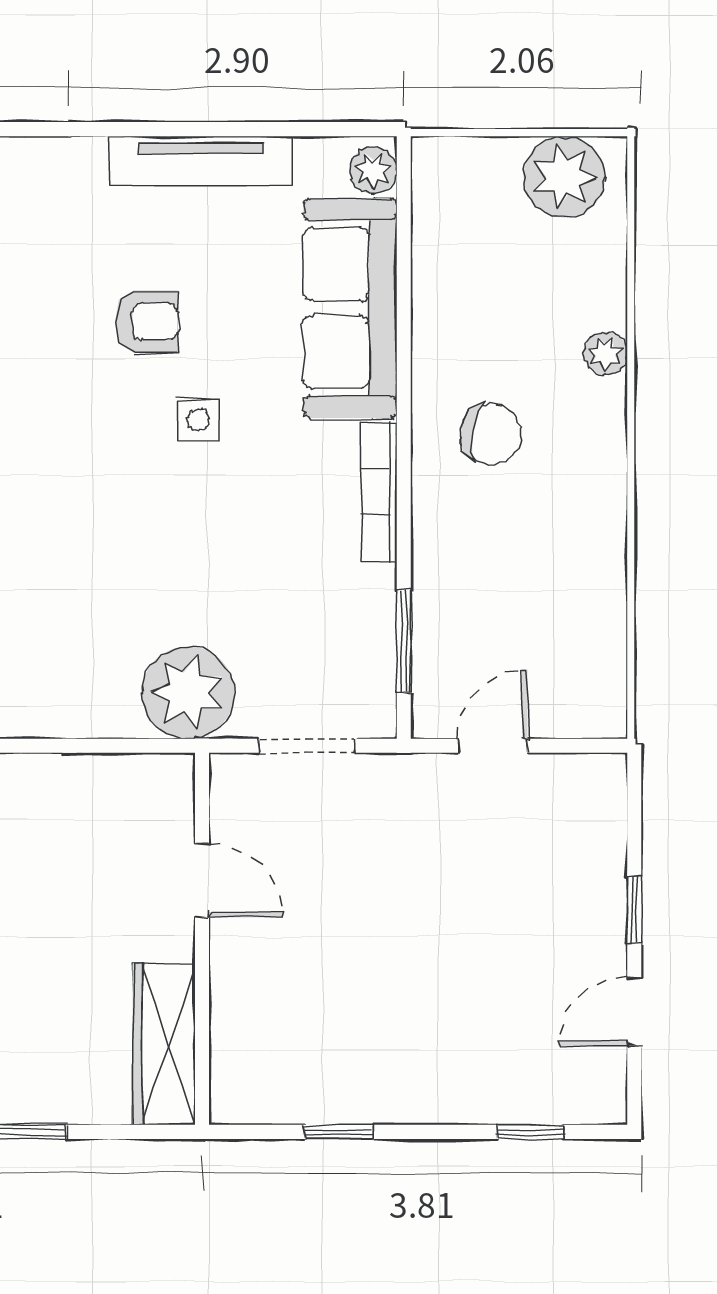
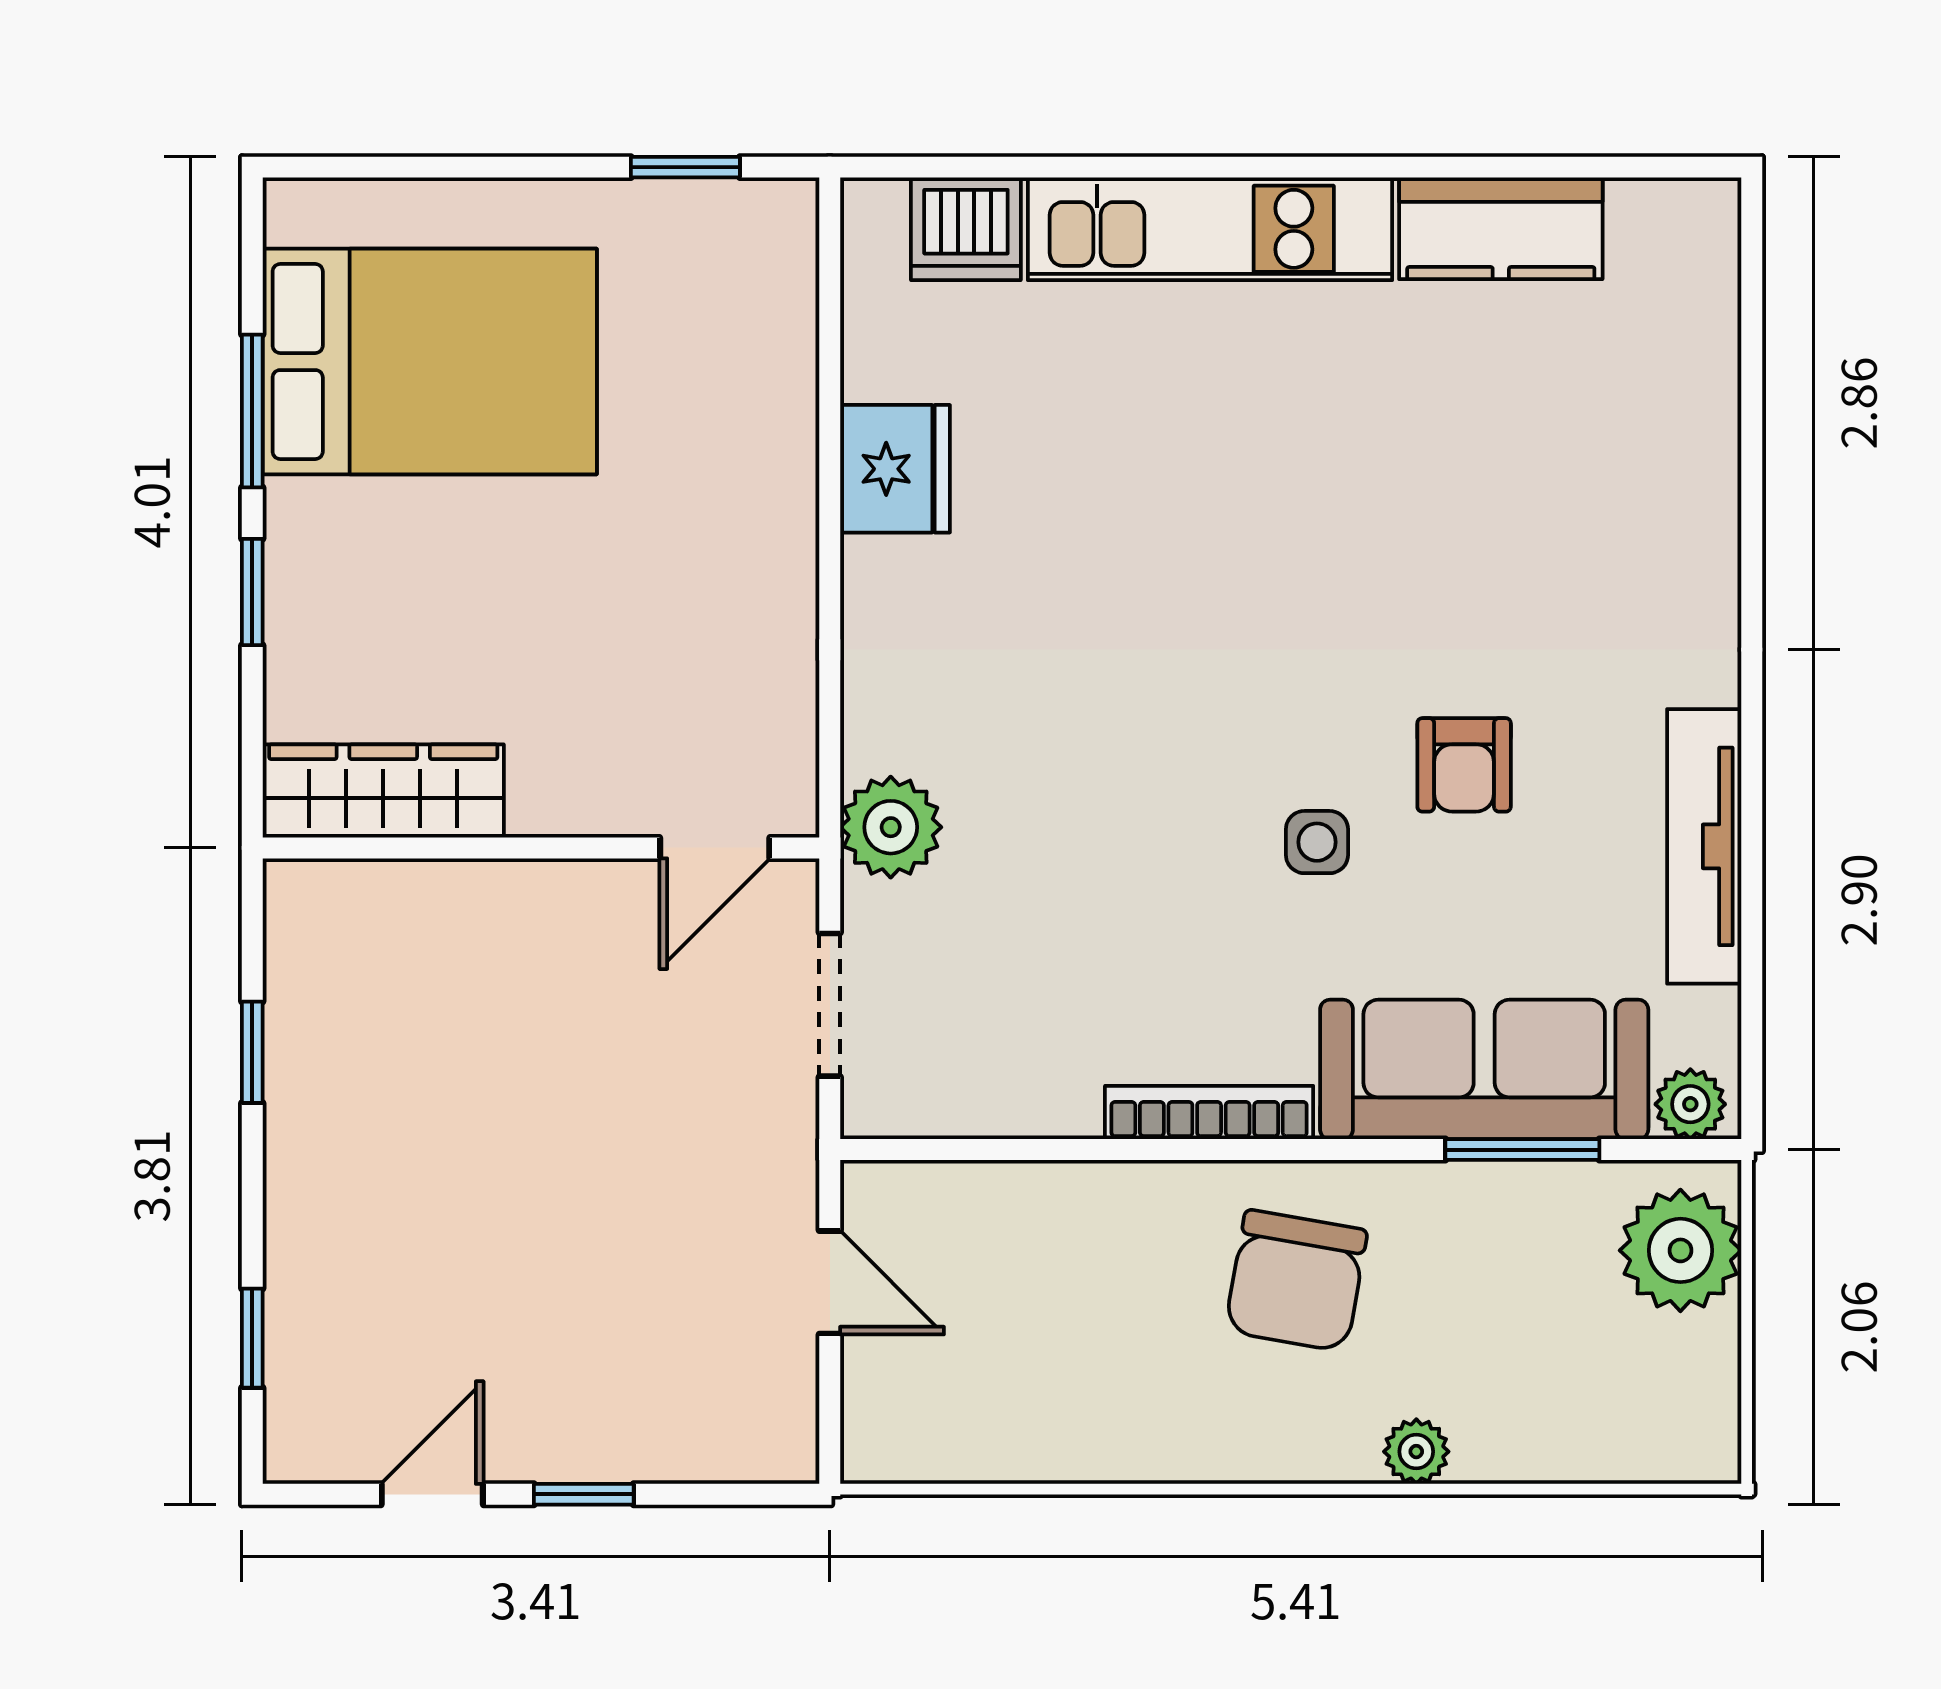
plant: (564, 177) -> (1680, 1250), moved
chair: (491, 434) -> (1296, 1281), width x1.37, depth x1.37
window: (404, 641) -> (1522, 1150), moved
plant: (188, 693) -> (891, 827), width x0.73, depth x0.73
door: (202, 880) -> (715, 848), moved
door: (634, 1012) -> (432, 1494), hinge flipped

